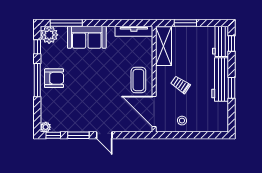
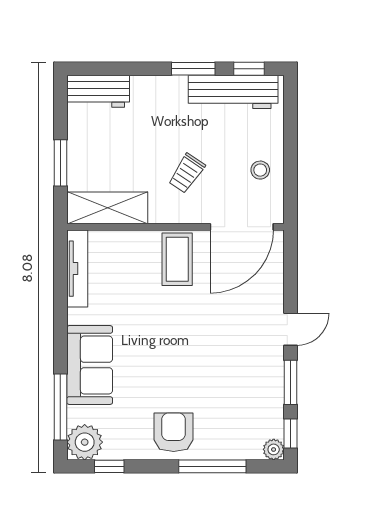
window: (231, 43) -> (249, 69), moved
workbench: (220, 79) -> (233, 92), moved
window: (37, 80) -> (212, 466), moved
coffee table: (138, 80) -> (177, 259), turned 90

